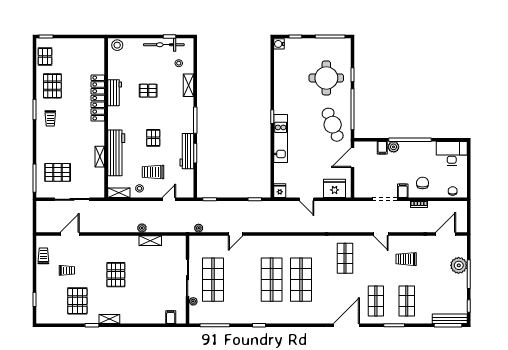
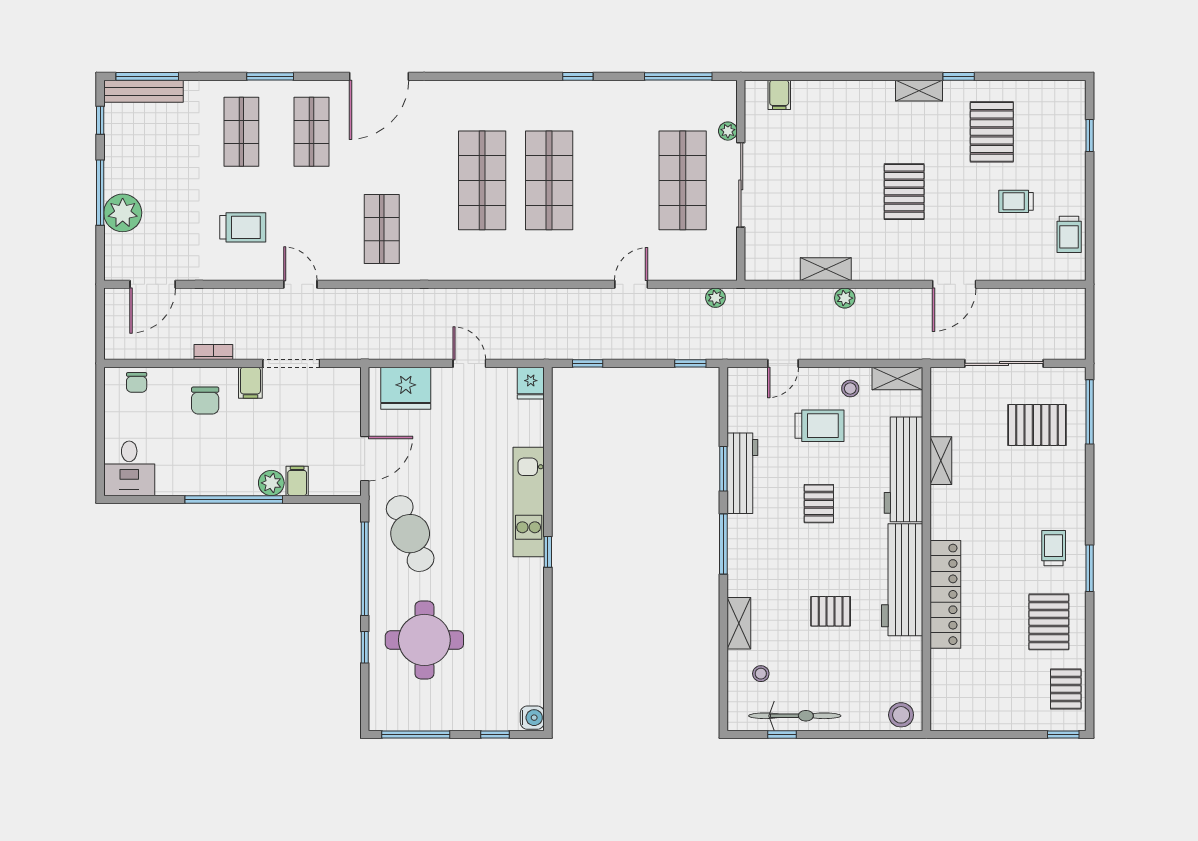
workbench: (115, 93) -> (902, 580), width x1.88, depth x1.32
desk: (452, 153) -> (129, 468), width x0.73
door: (70, 234) -> (954, 284), moved

